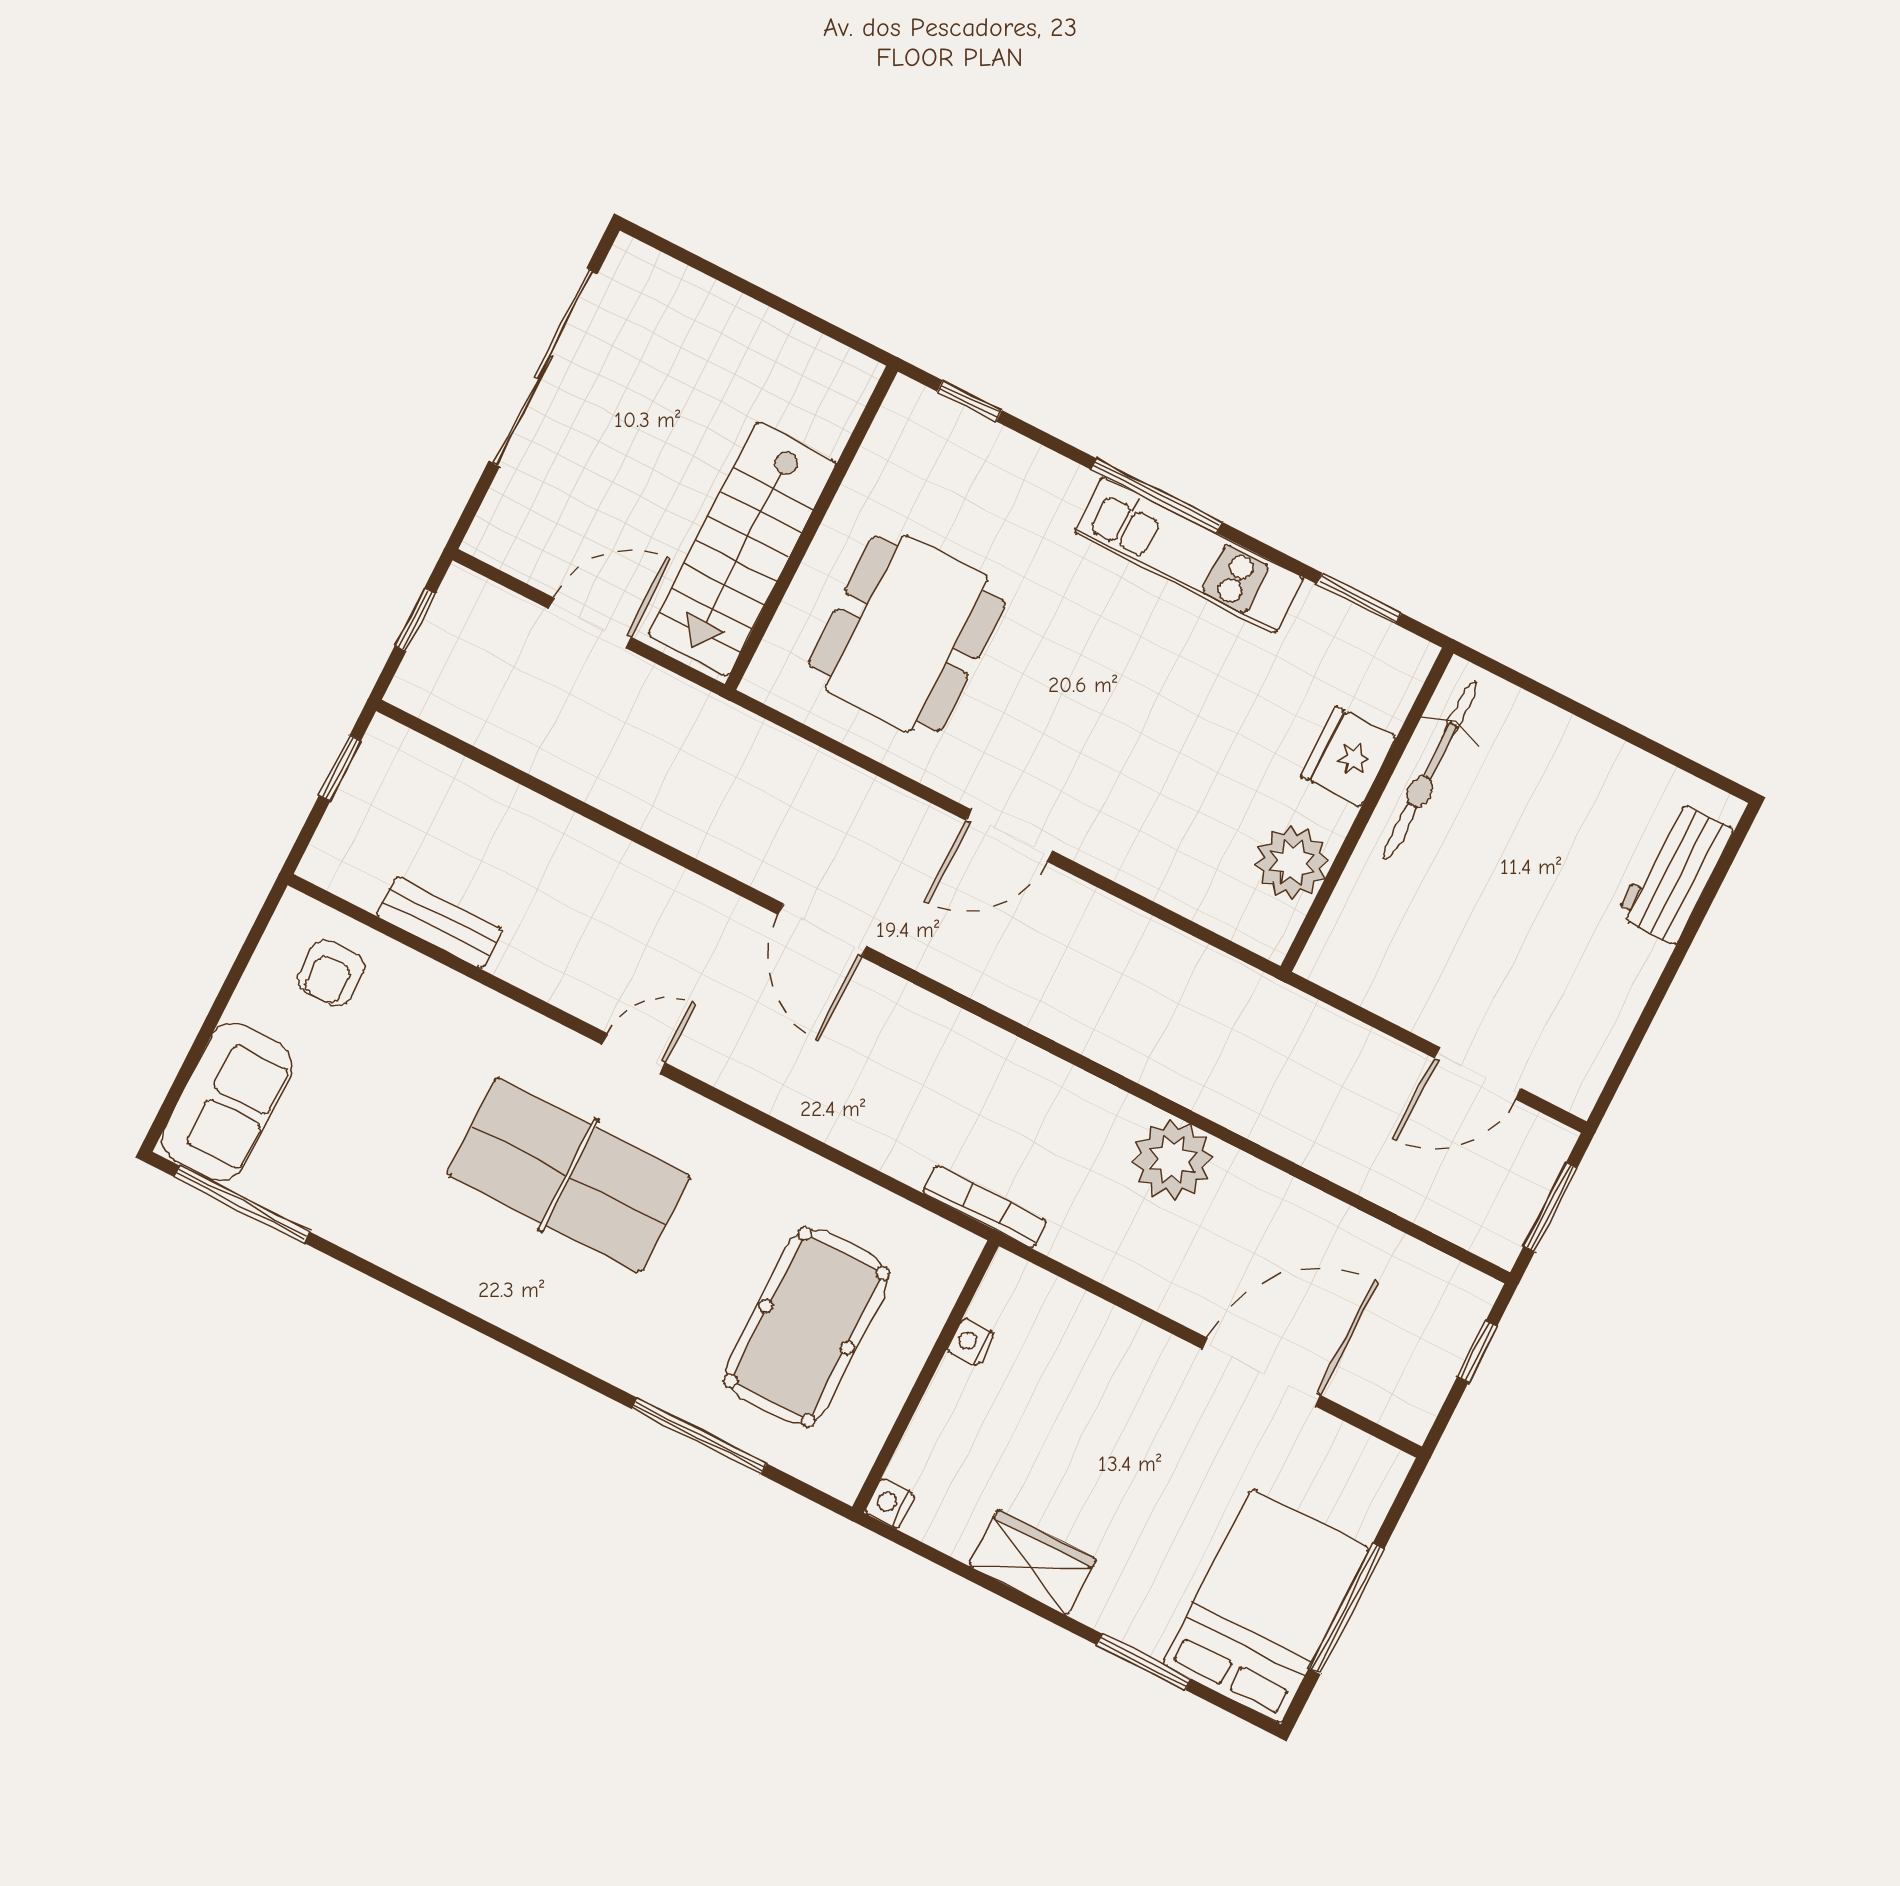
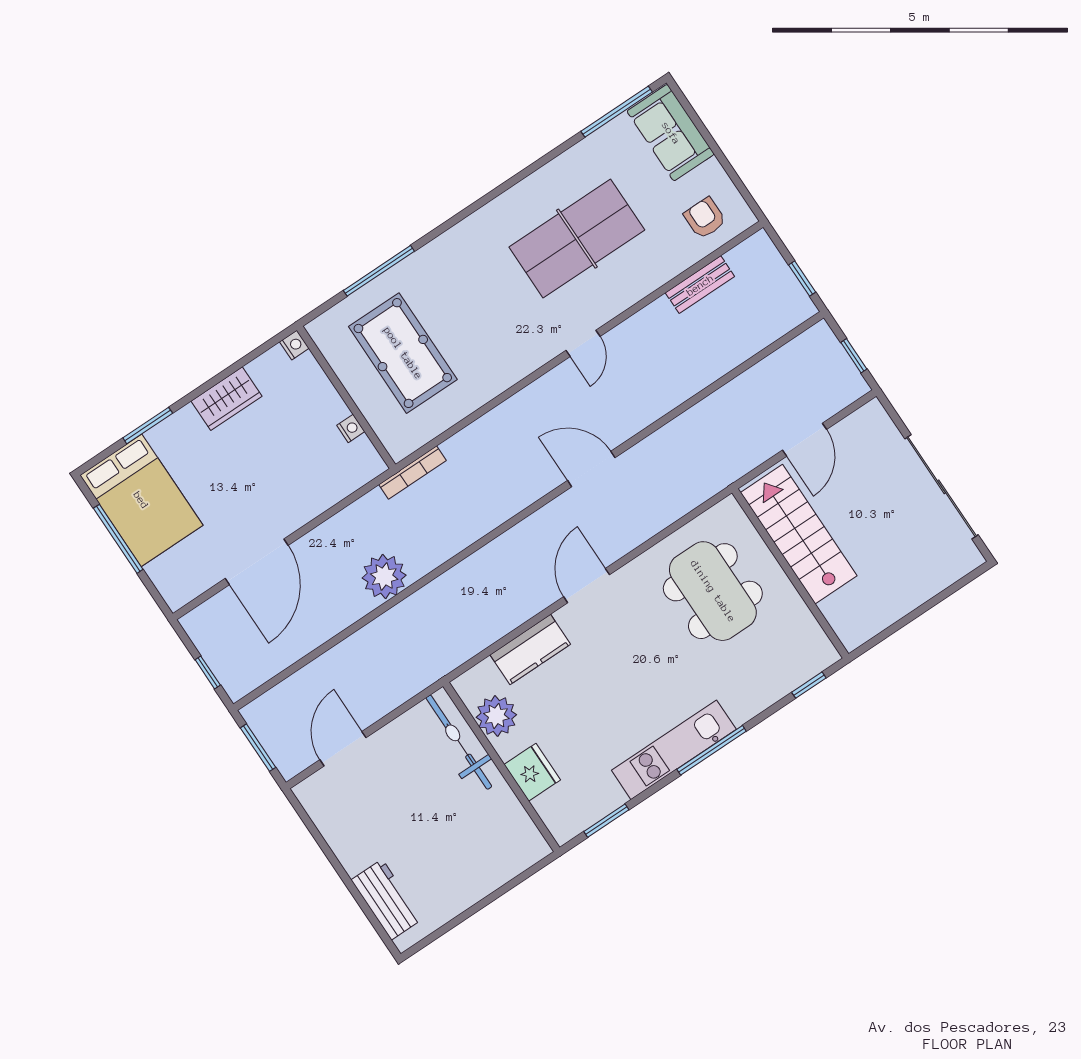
bicycle: (1430, 770) -> (459, 742), moved
kitchen counter: (1158, 868) -> (530, 650), added
table tennis table: (569, 1175) -> (577, 239), moved

